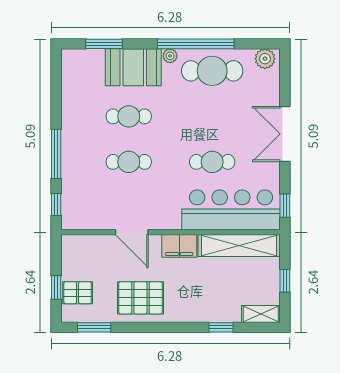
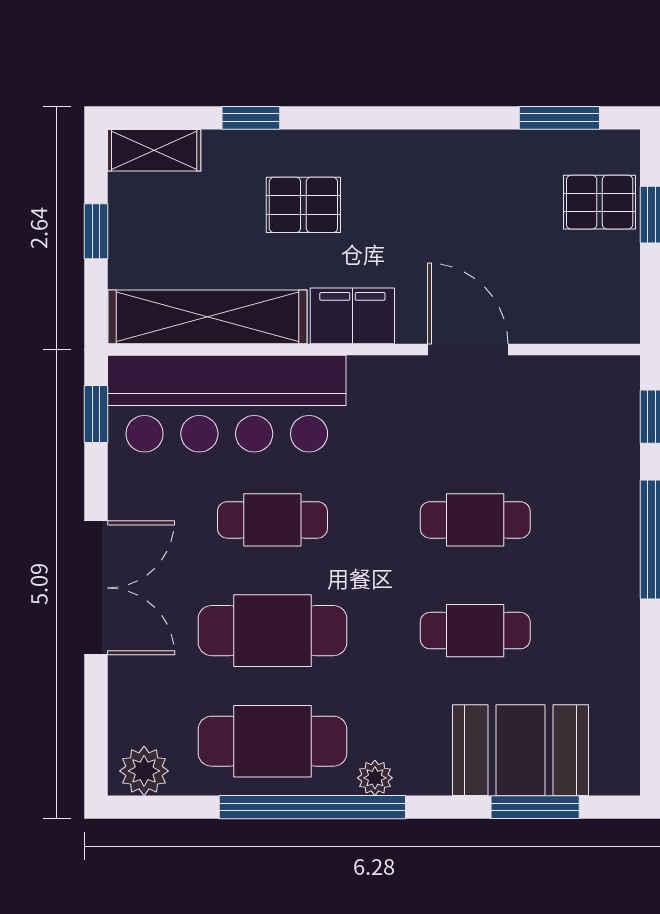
booth: (133, 67) -> (520, 750), moved
cafe table: (212, 116) -> (272, 631), added
pallet: (141, 298) -> (303, 205), moved, width x0.67, depth x0.71

